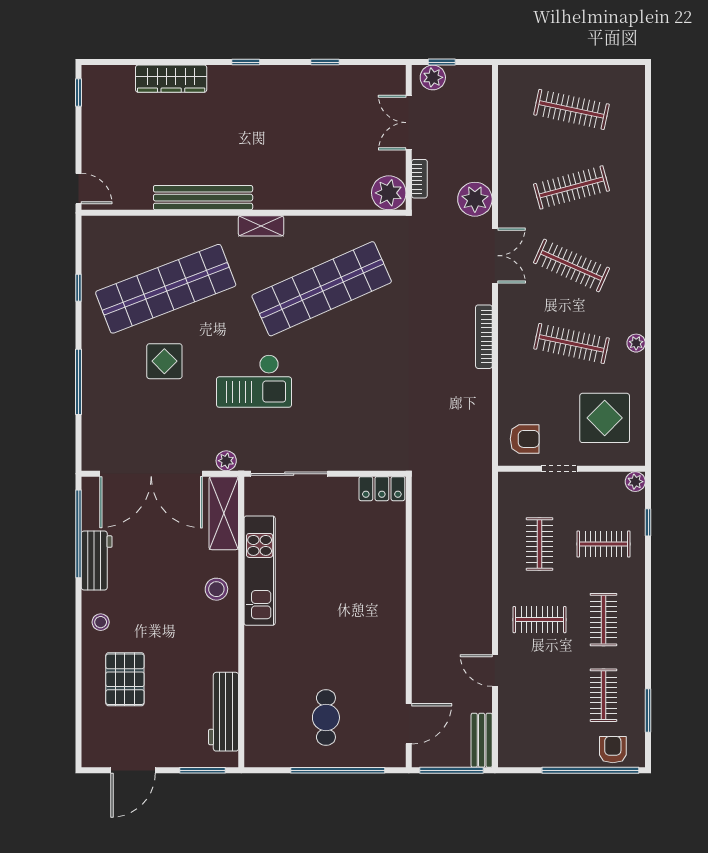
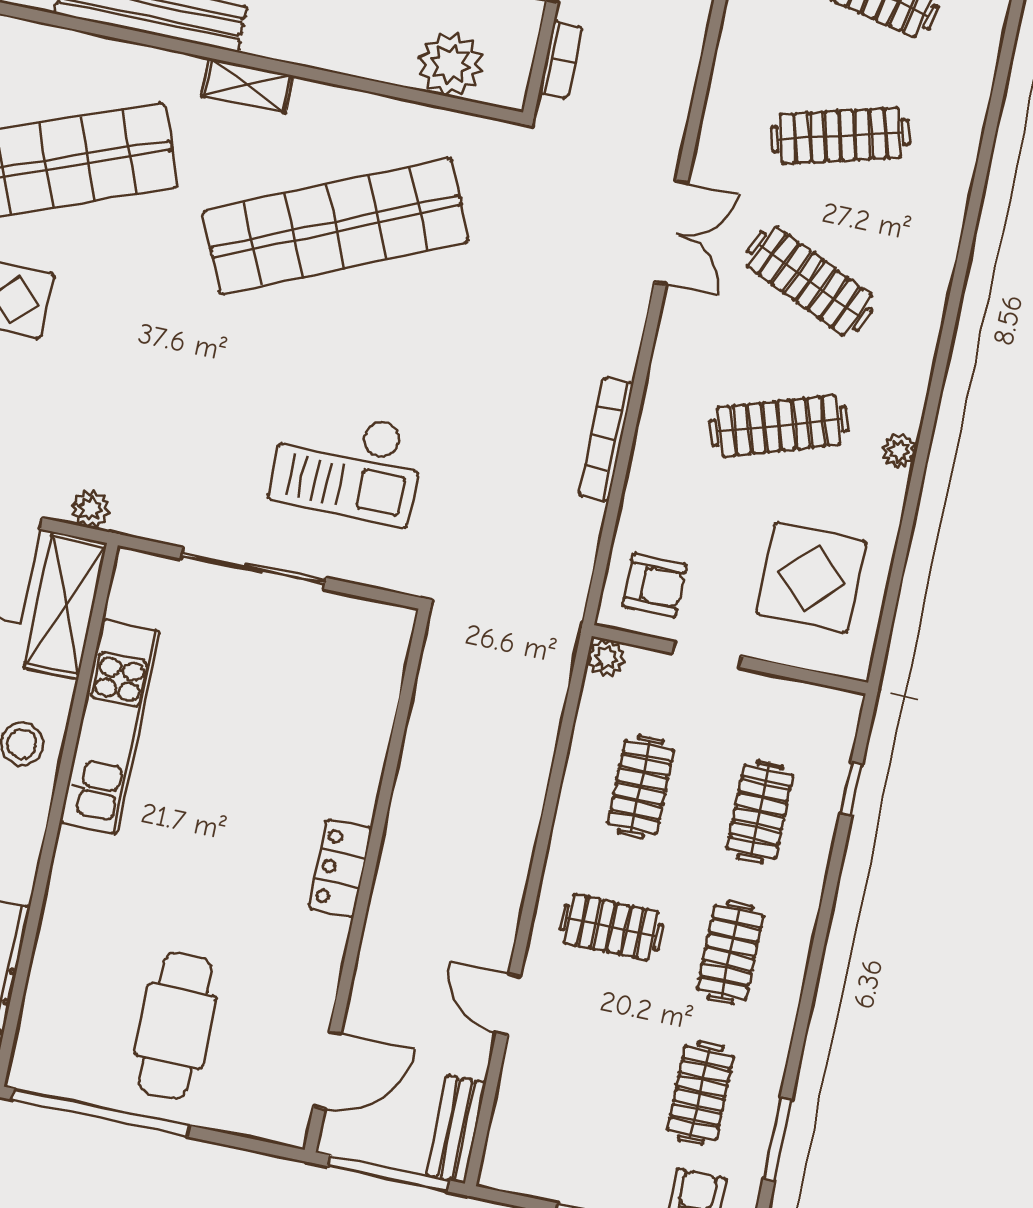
plant: (389, 193) -> (450, 64), moved
plant: (475, 199) -> (656, 120), removed
bookcase: (484, 337) -> (606, 439), moved
clothes rail: (571, 343) -> (779, 426), turned -30
checkout: (254, 381) -> (347, 465), moved
sliding door: (289, 474) -> (253, 568), moved
plant: (635, 482) -> (606, 658), moved
locker: (382, 489) -> (340, 868), moved, turned 90
clothes rail: (603, 544) -> (760, 812), turned 90
cafe table: (326, 718) -> (175, 1026), width x1.37, depth x1.35
window: (338, 770) -> (101, 1113), moved

